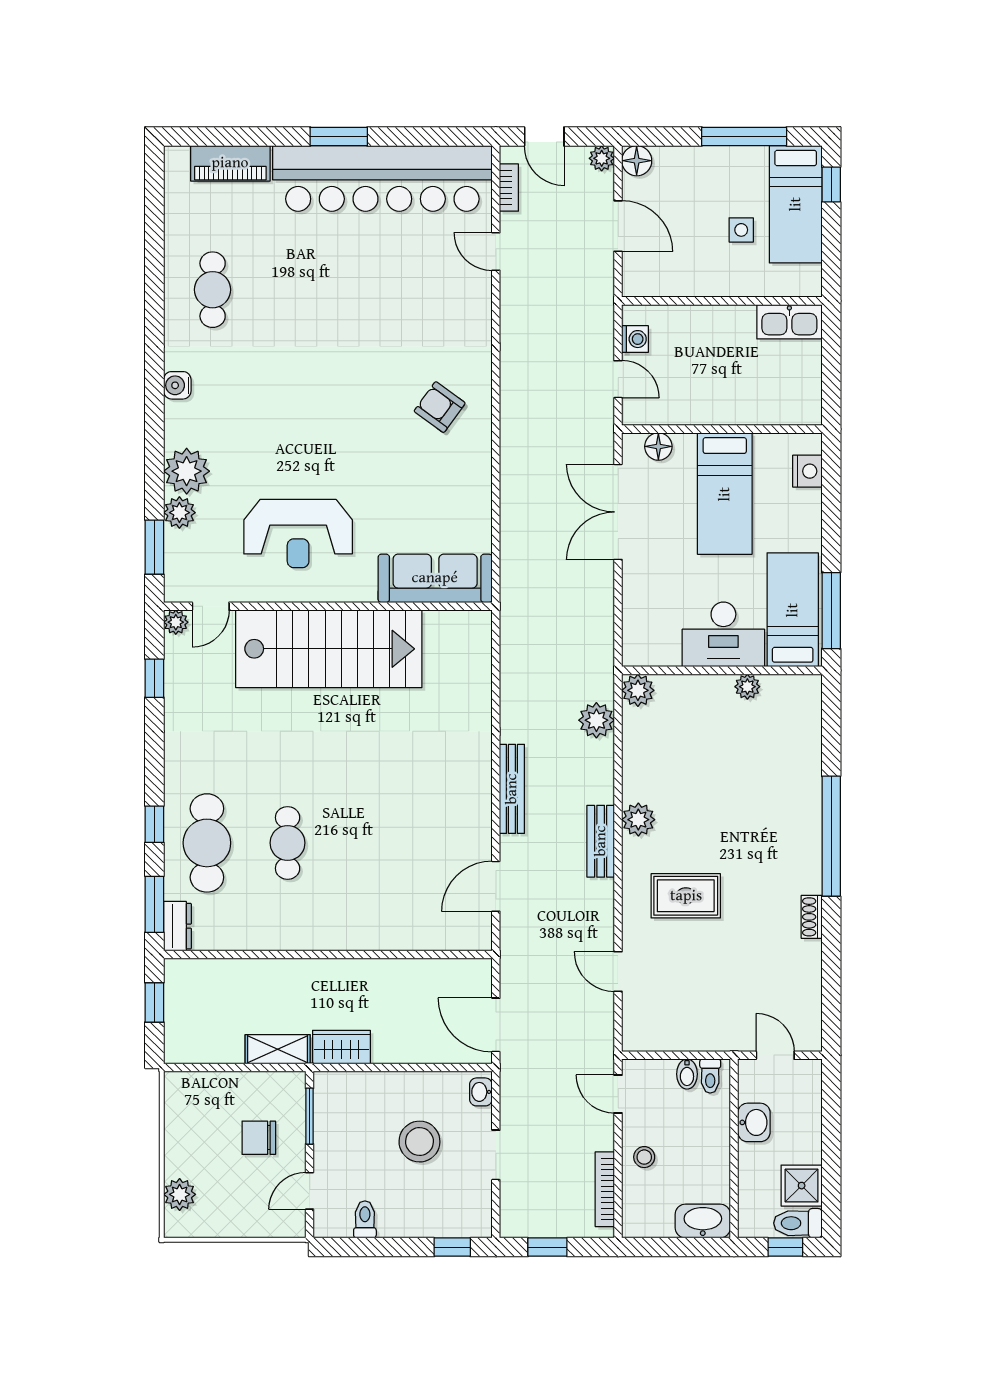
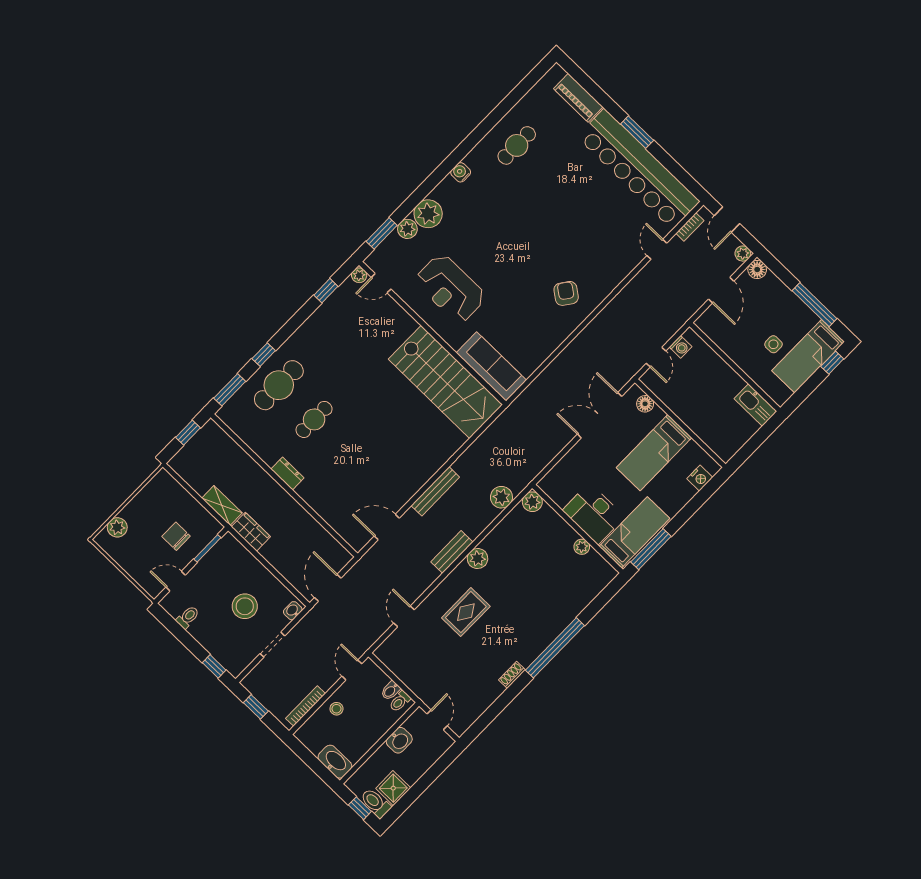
stairs: (329, 649) -> (445, 382), moved
rug: (686, 896) -> (466, 612), turned 90
dresser: (177, 926) -> (287, 474), moved, turned -90

